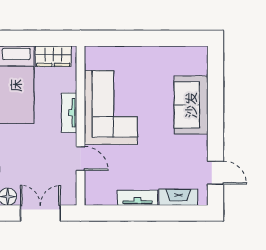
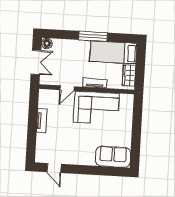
sofa: (191, 105) -> (113, 157), moved
door: (216, 173) -> (54, 168), hinge flipped
fireplace: (178, 197) -> (41, 145), removed

